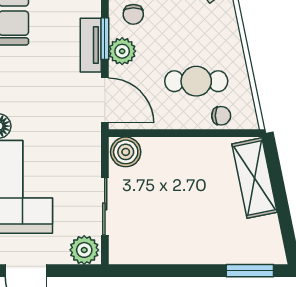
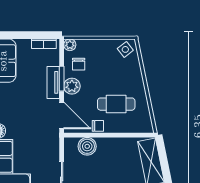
chair: (221, 116) -> (98, 126), moved
boiler: (126, 152) -> (87, 146), moved

